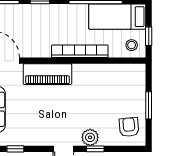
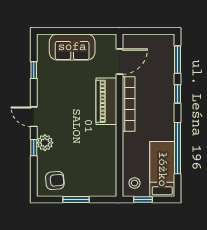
bookcase: (80, 51) -> (129, 104), moved

